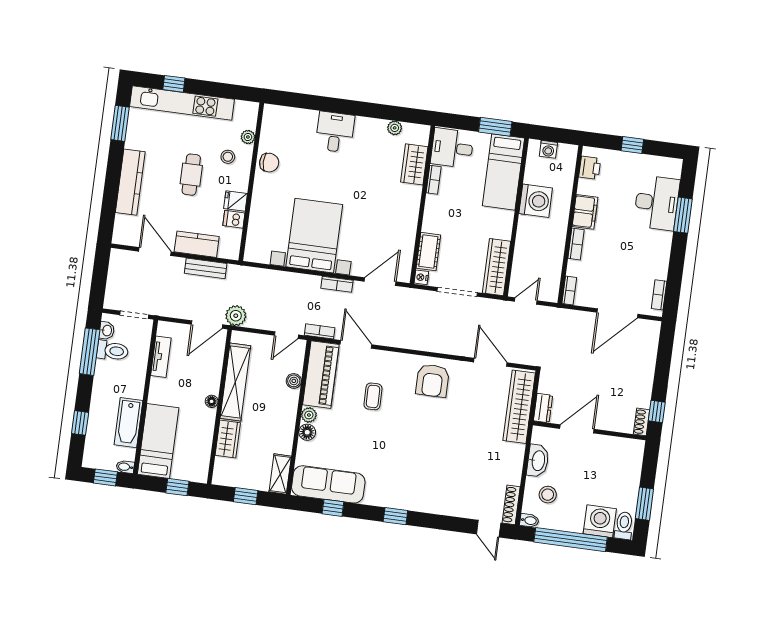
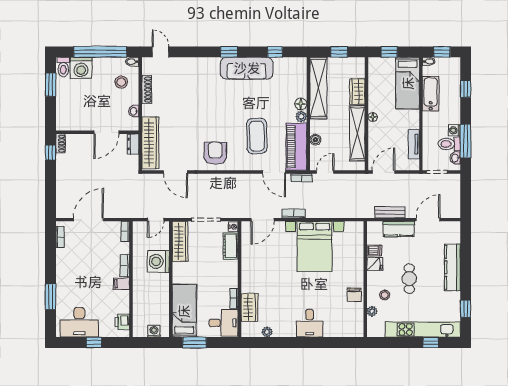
window: (120, 123) -> (466, 309), width x0.67
chair: (269, 163) -> (354, 295), turned -90
washing machine: (536, 201) -> (158, 261), moved
desk: (657, 203) -> (79, 322), moved, turned -90
filing cabinet: (585, 212) -> (122, 284), width x0.50
door: (155, 252) -> (428, 220), swing flipped
plant: (236, 316) -> (364, 181), removed
washing machine: (103, 368) -> (454, 130), added
coffee table: (373, 396) -> (257, 136), width x1.86, depth x1.72
washbasin: (538, 461) -> (134, 111), width x0.52, depth x0.69
shelving: (280, 474) -> (318, 88), width x2.20, depth x1.33
sofa: (328, 484) -> (247, 68), moved
shoe rack: (511, 505) -> (147, 90), moved

